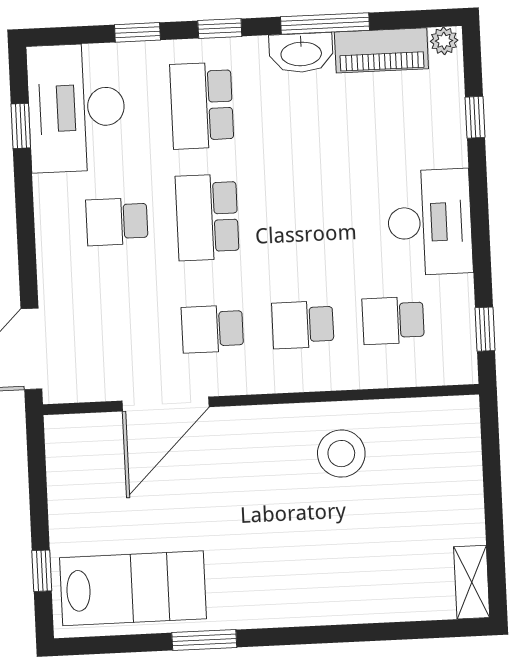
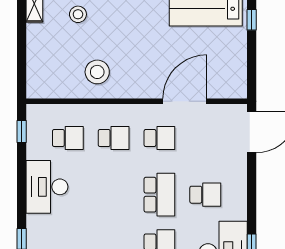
stool: (385, 565) -> (78, 14), added

